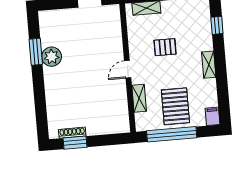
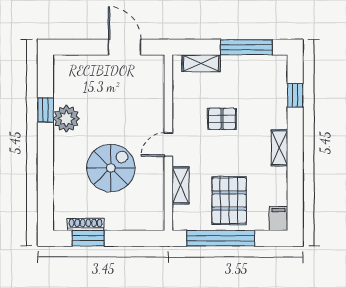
window: (36, 52) -> (45, 110), width x0.67
spiral stairs: (87, 90) -> (111, 168), added

